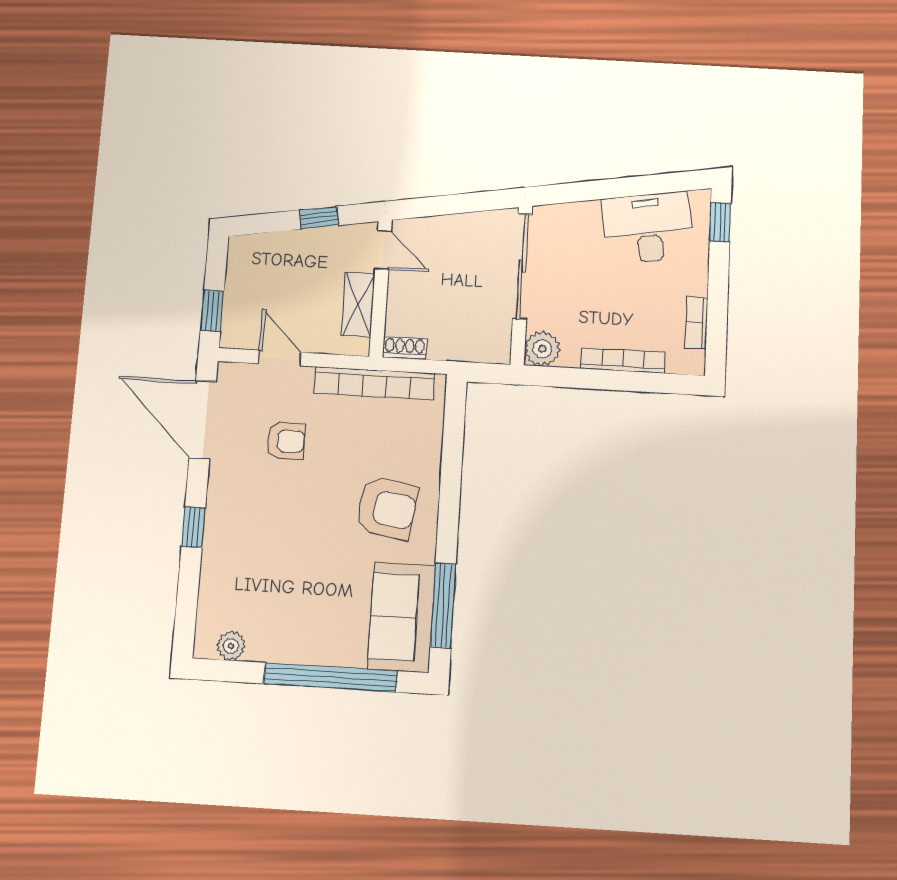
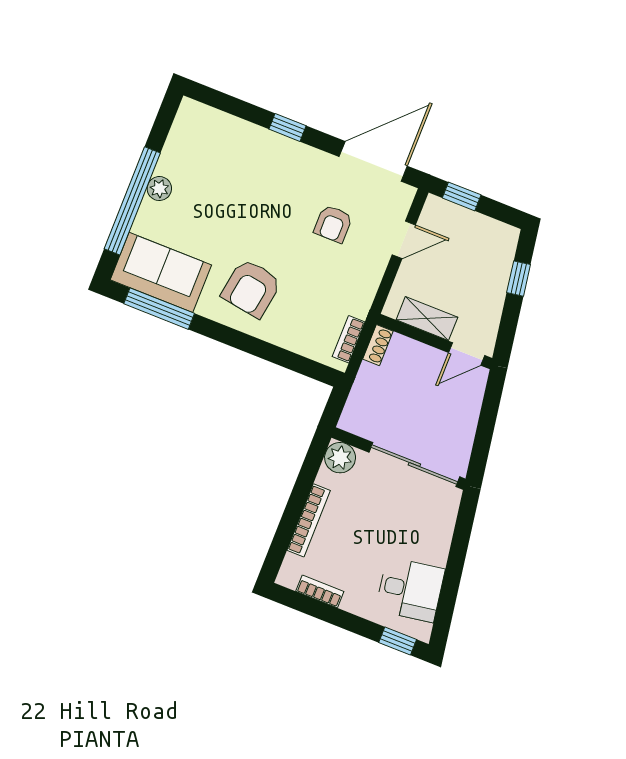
window: (319, 218) -> (519, 279), moved
desk: (648, 228) -> (410, 590), width x0.73
bookcase: (375, 383) -> (349, 339), width x0.43, depth x0.76
plant: (231, 646) -> (159, 189), moved

